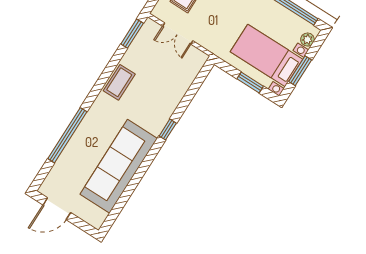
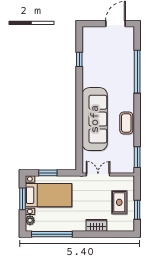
double door: (178, 33) -> (98, 174), moved
window: (168, 130) -> (79, 59), moved
sofa: (119, 166) -> (95, 119), moved

